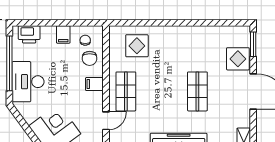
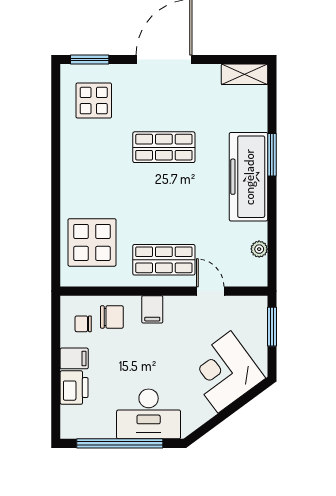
printer: (29, 34) -> (74, 388), moved
display table: (137, 46) -> (92, 242), width x1.36, depth x1.36
display table: (238, 59) -> (94, 101), moved

